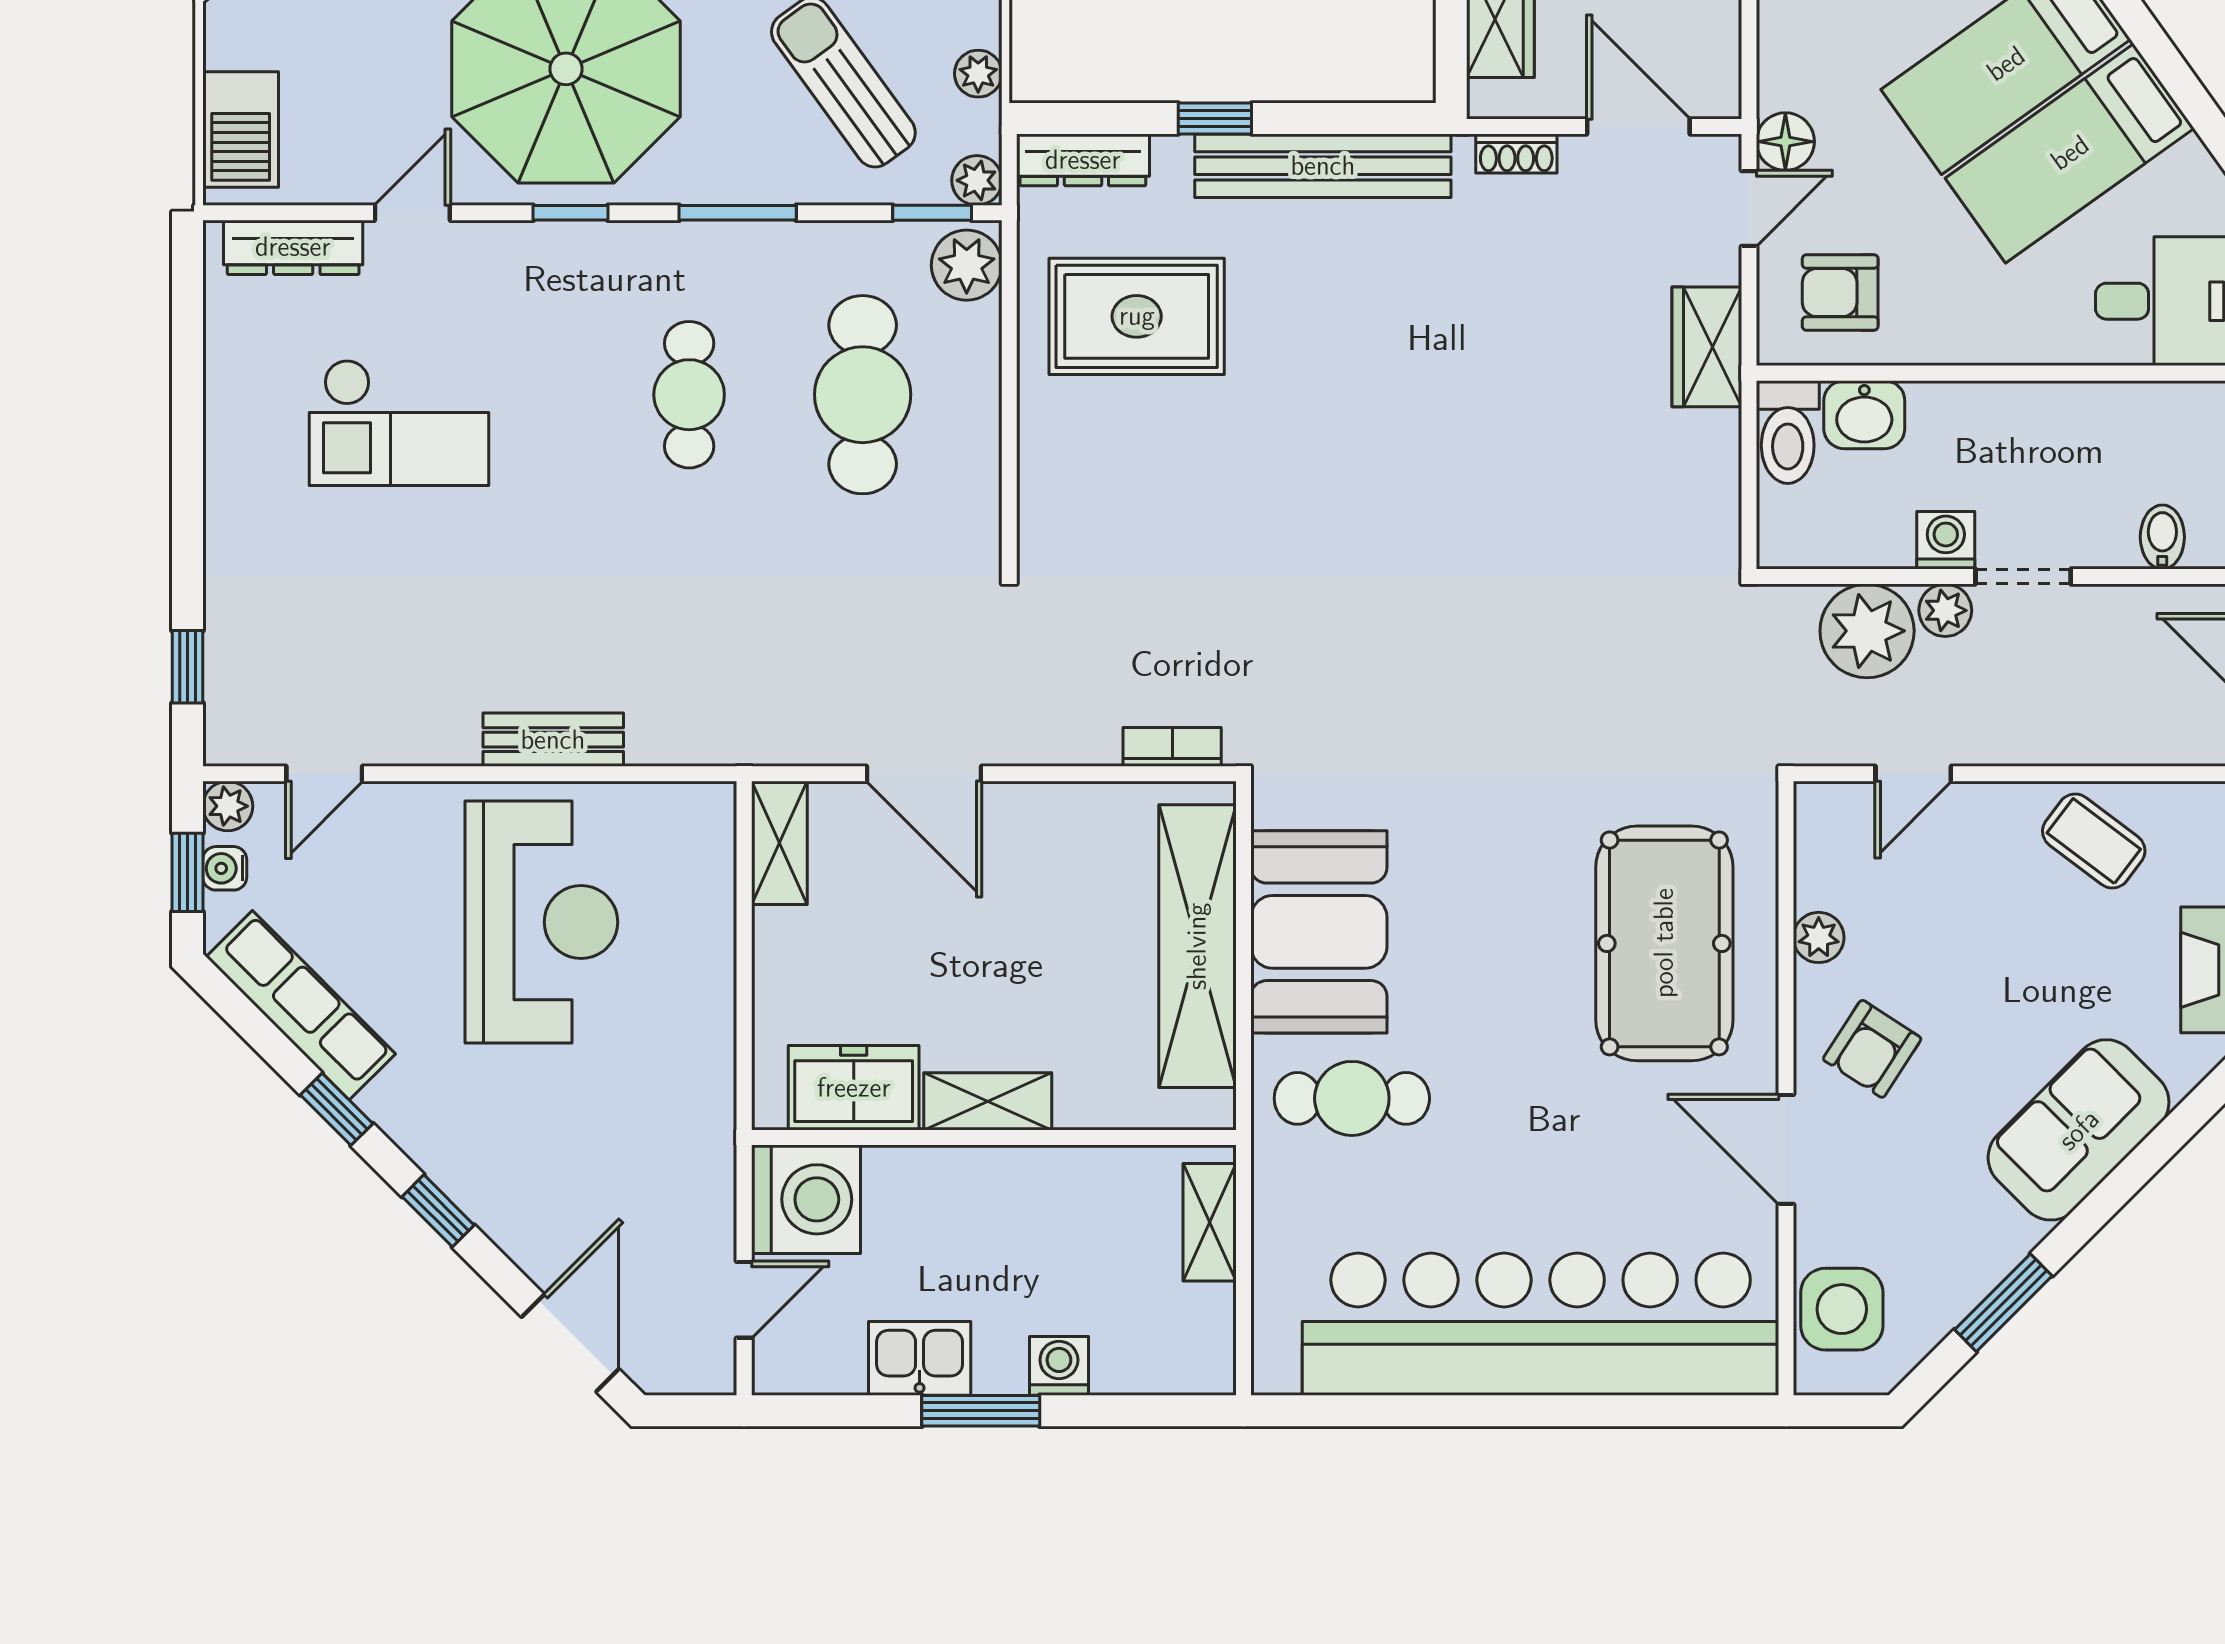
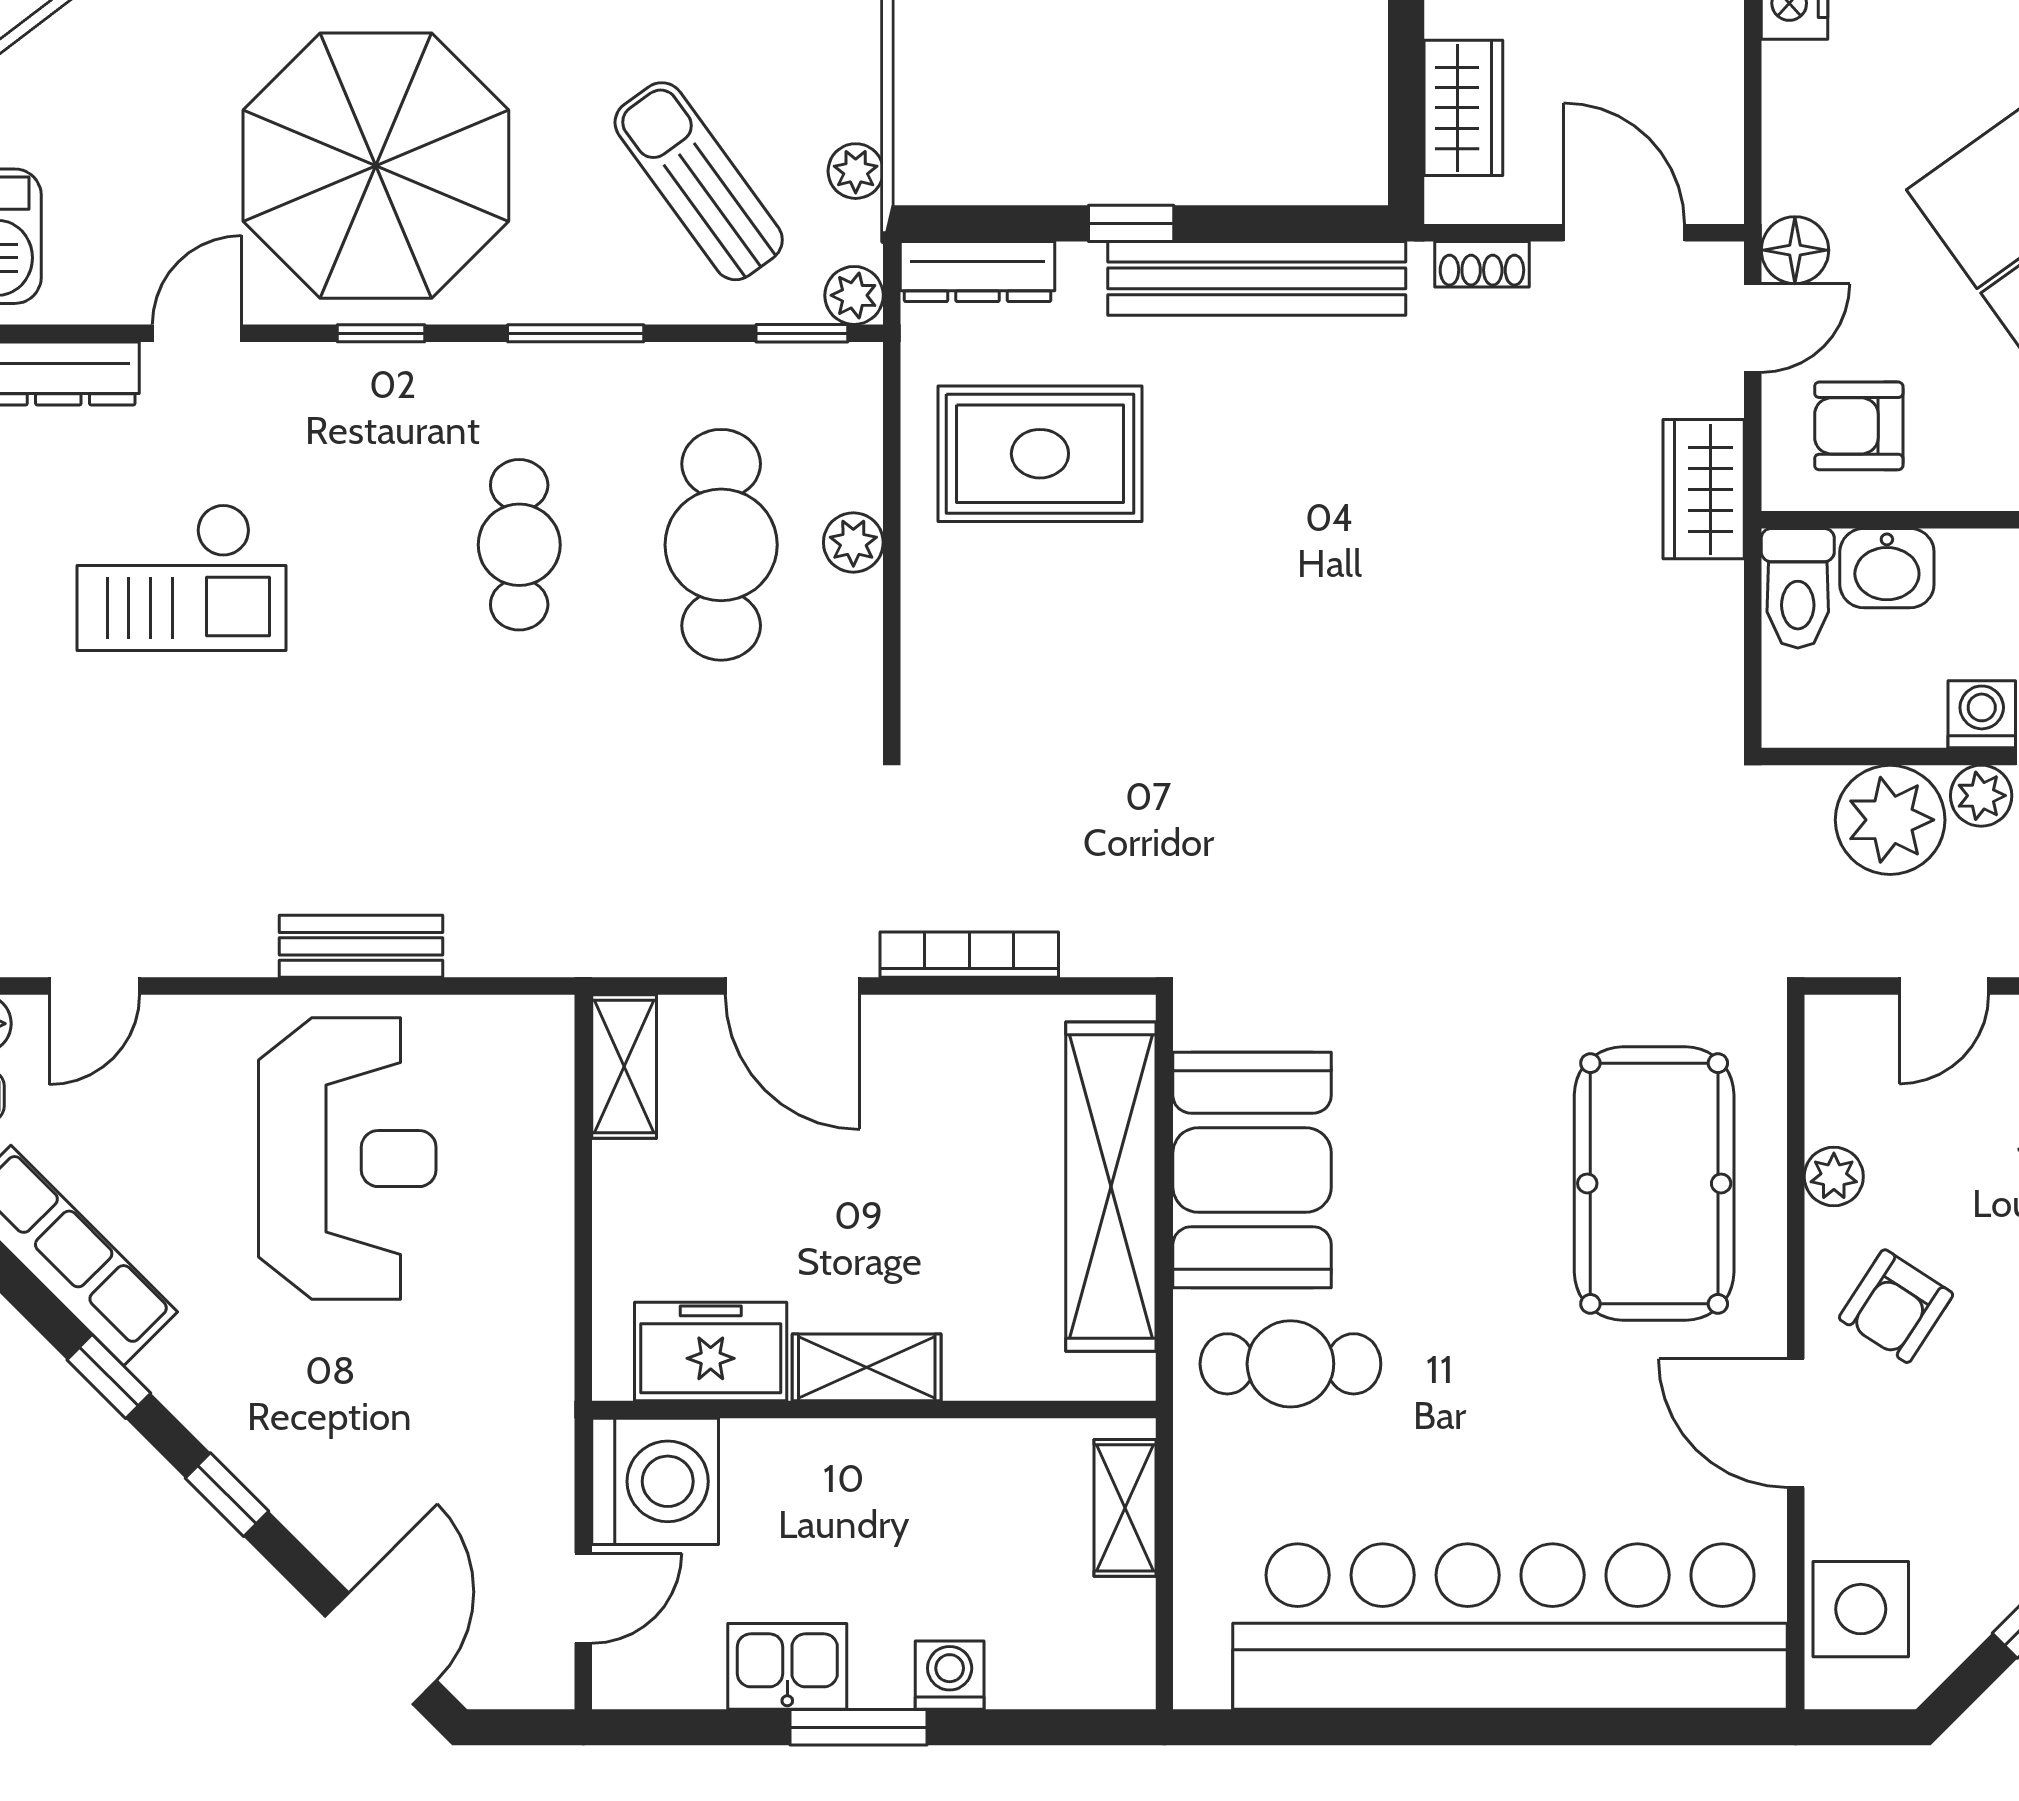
plant: (967, 265) -> (853, 542), moved, width x0.73, depth x0.73
bookcase: (1172, 747) -> (969, 955), moved, width x1.56

